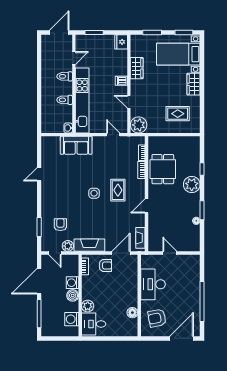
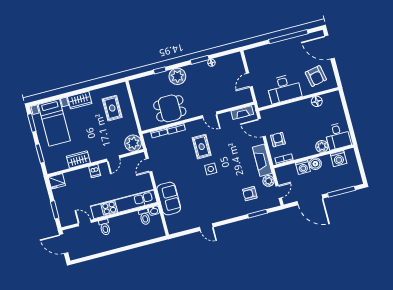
toilet: (65, 100) -> (145, 217), moved
rug: (118, 190) -> (202, 147), turned 90

